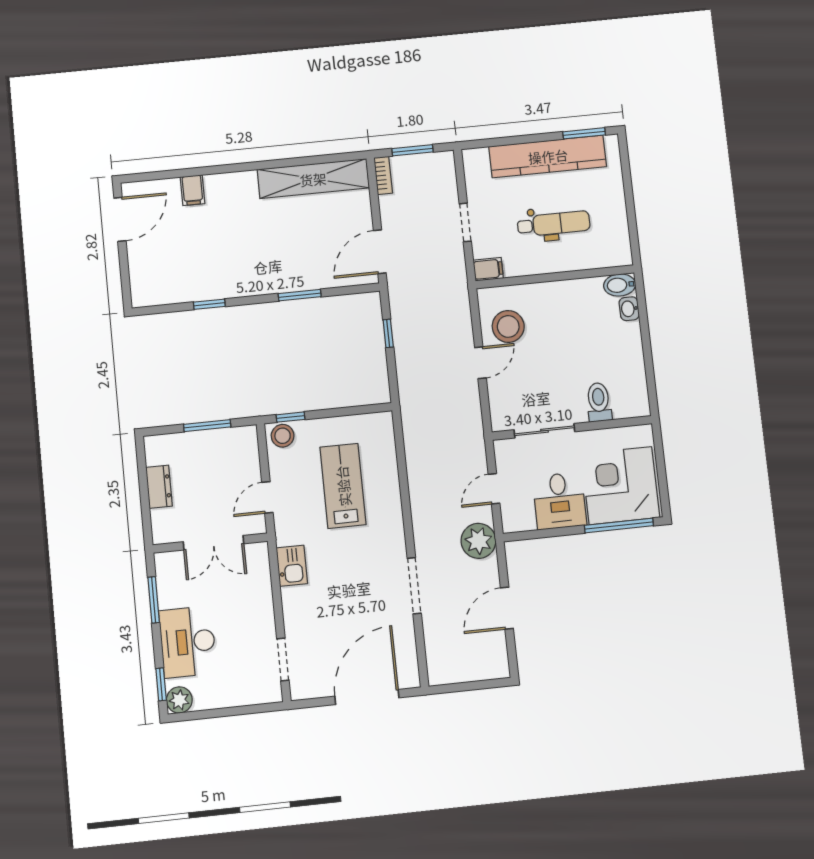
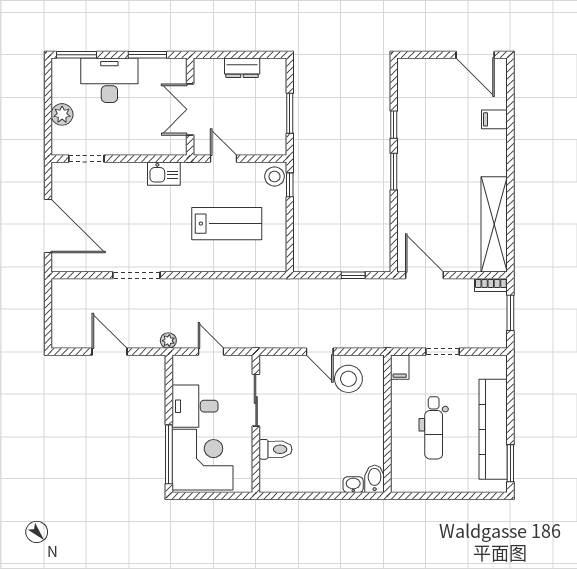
window: (300, 295) -> (394, 172), moved
plant: (478, 541) -> (168, 341), width x0.53, depth x0.53
window: (161, 684) -> (77, 55), width x1.50
plant: (179, 700) -> (62, 114), moved

